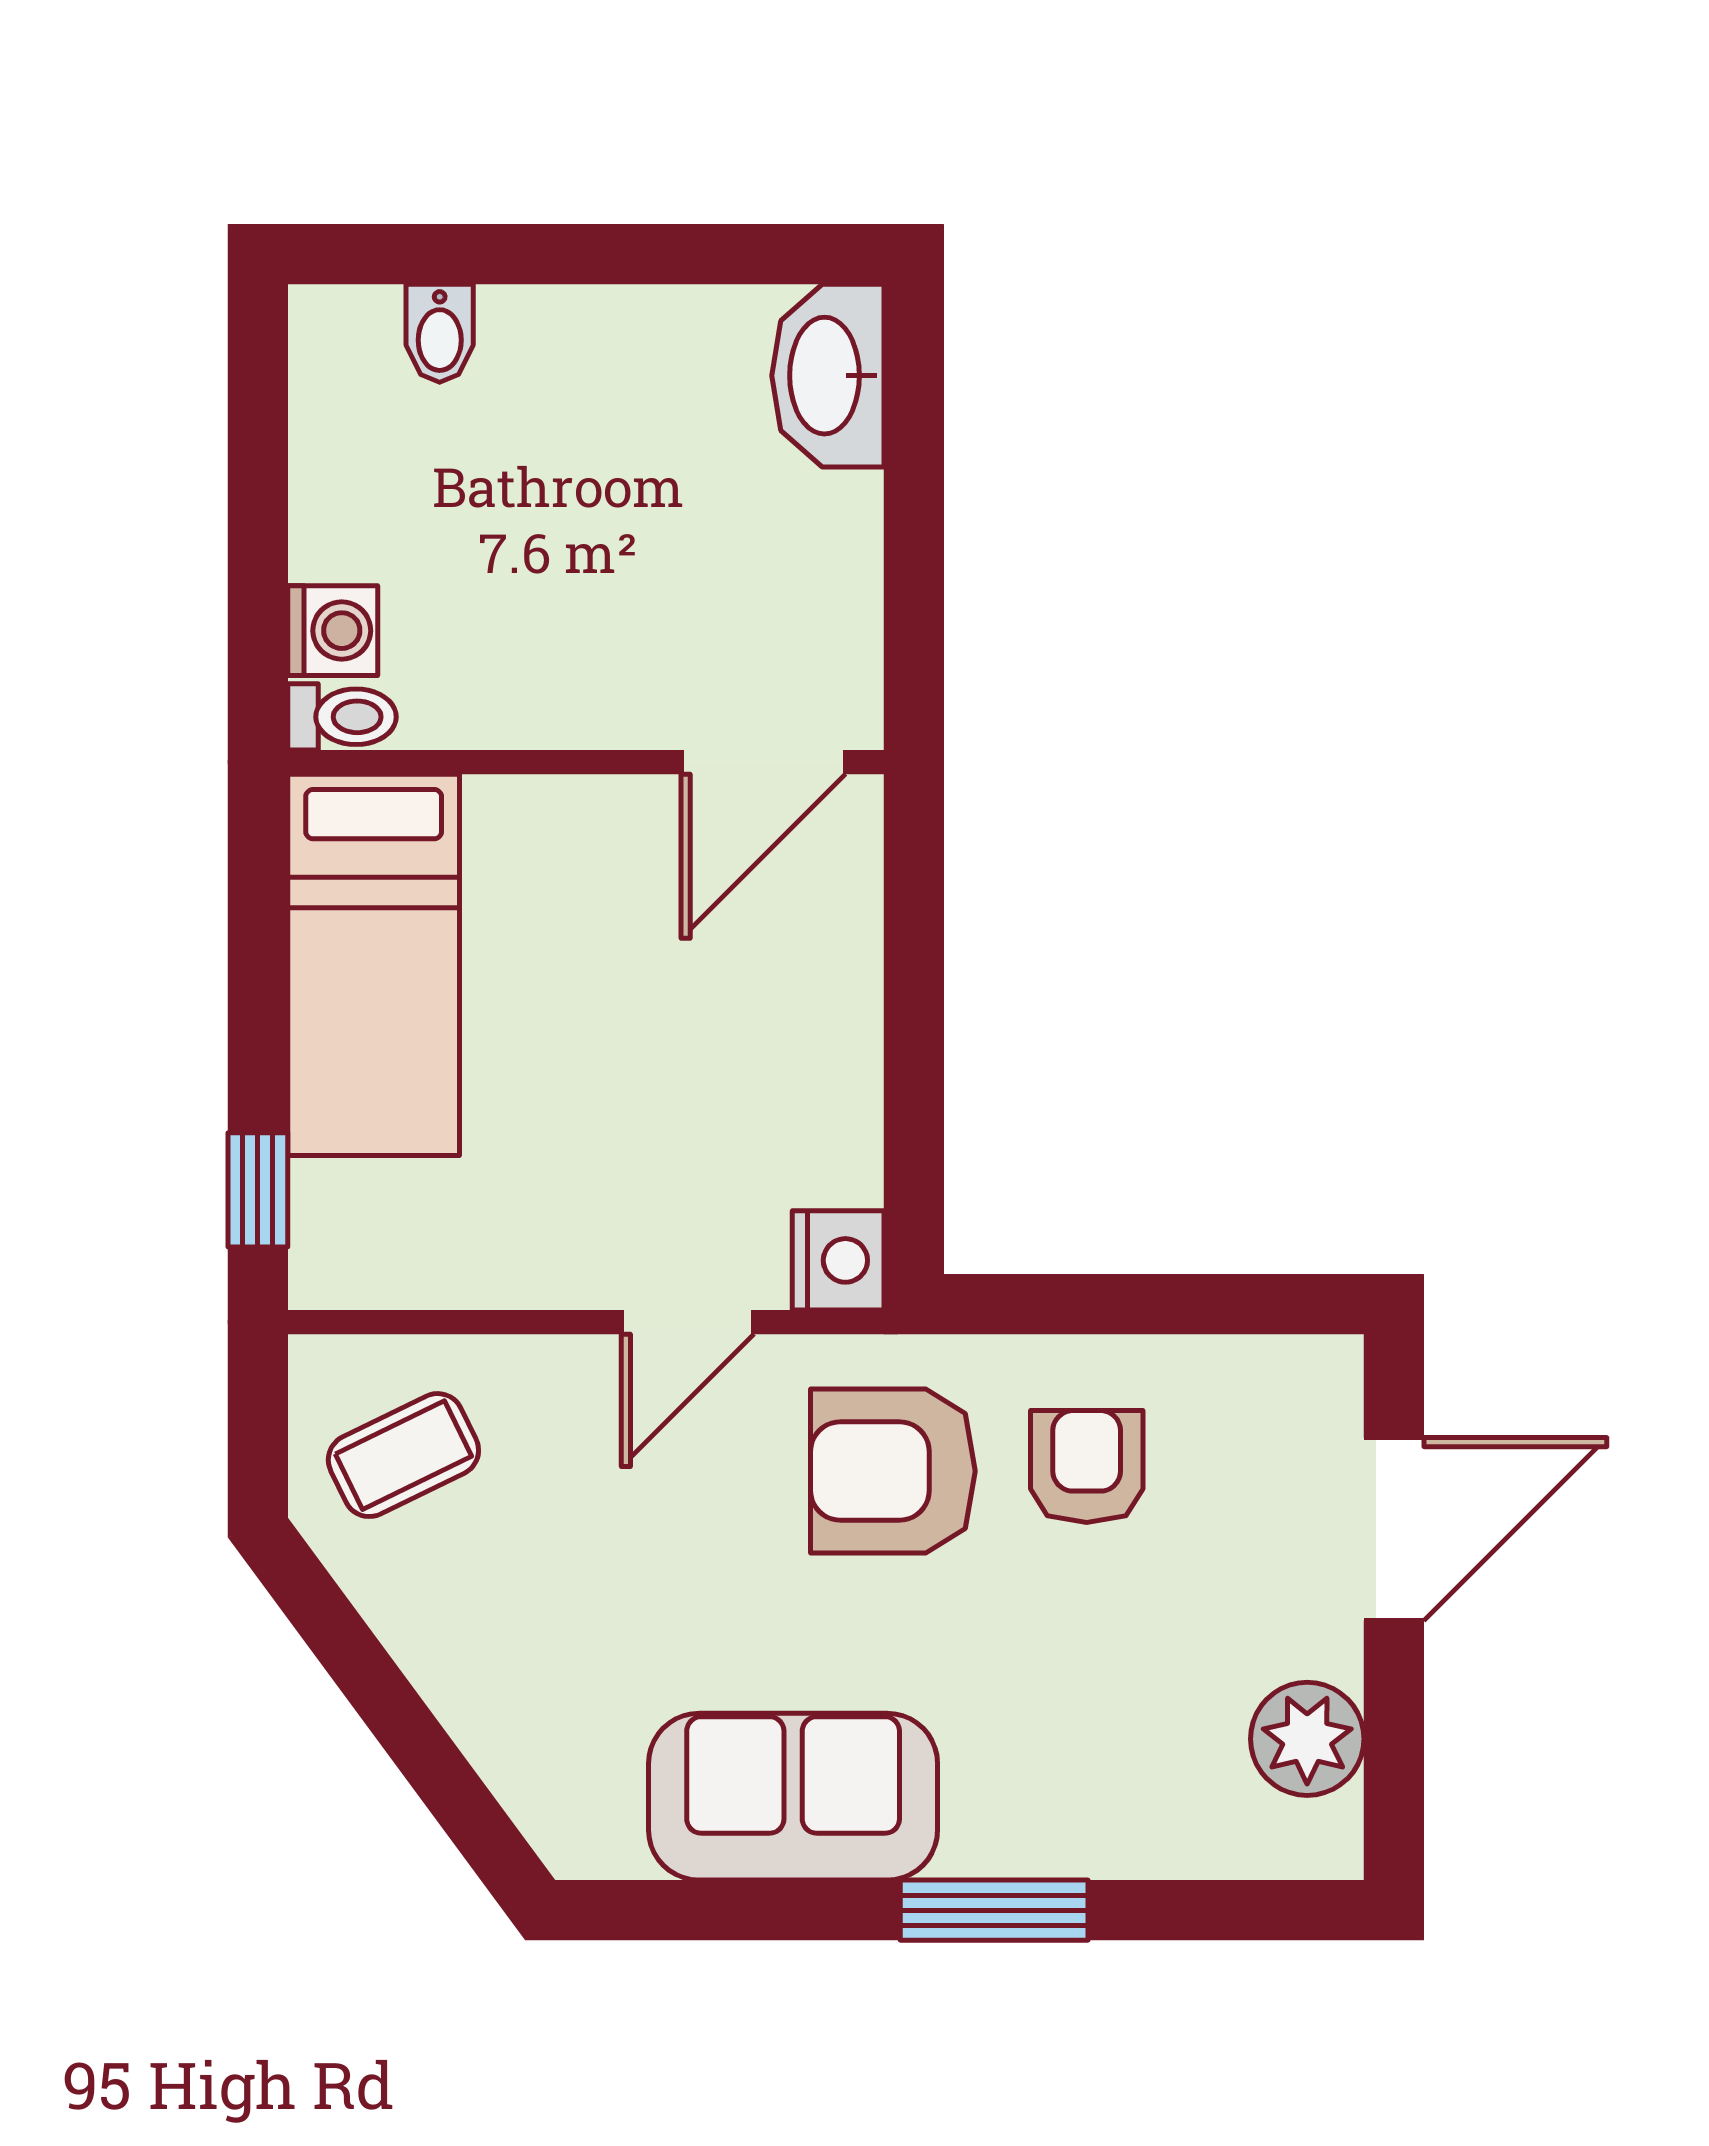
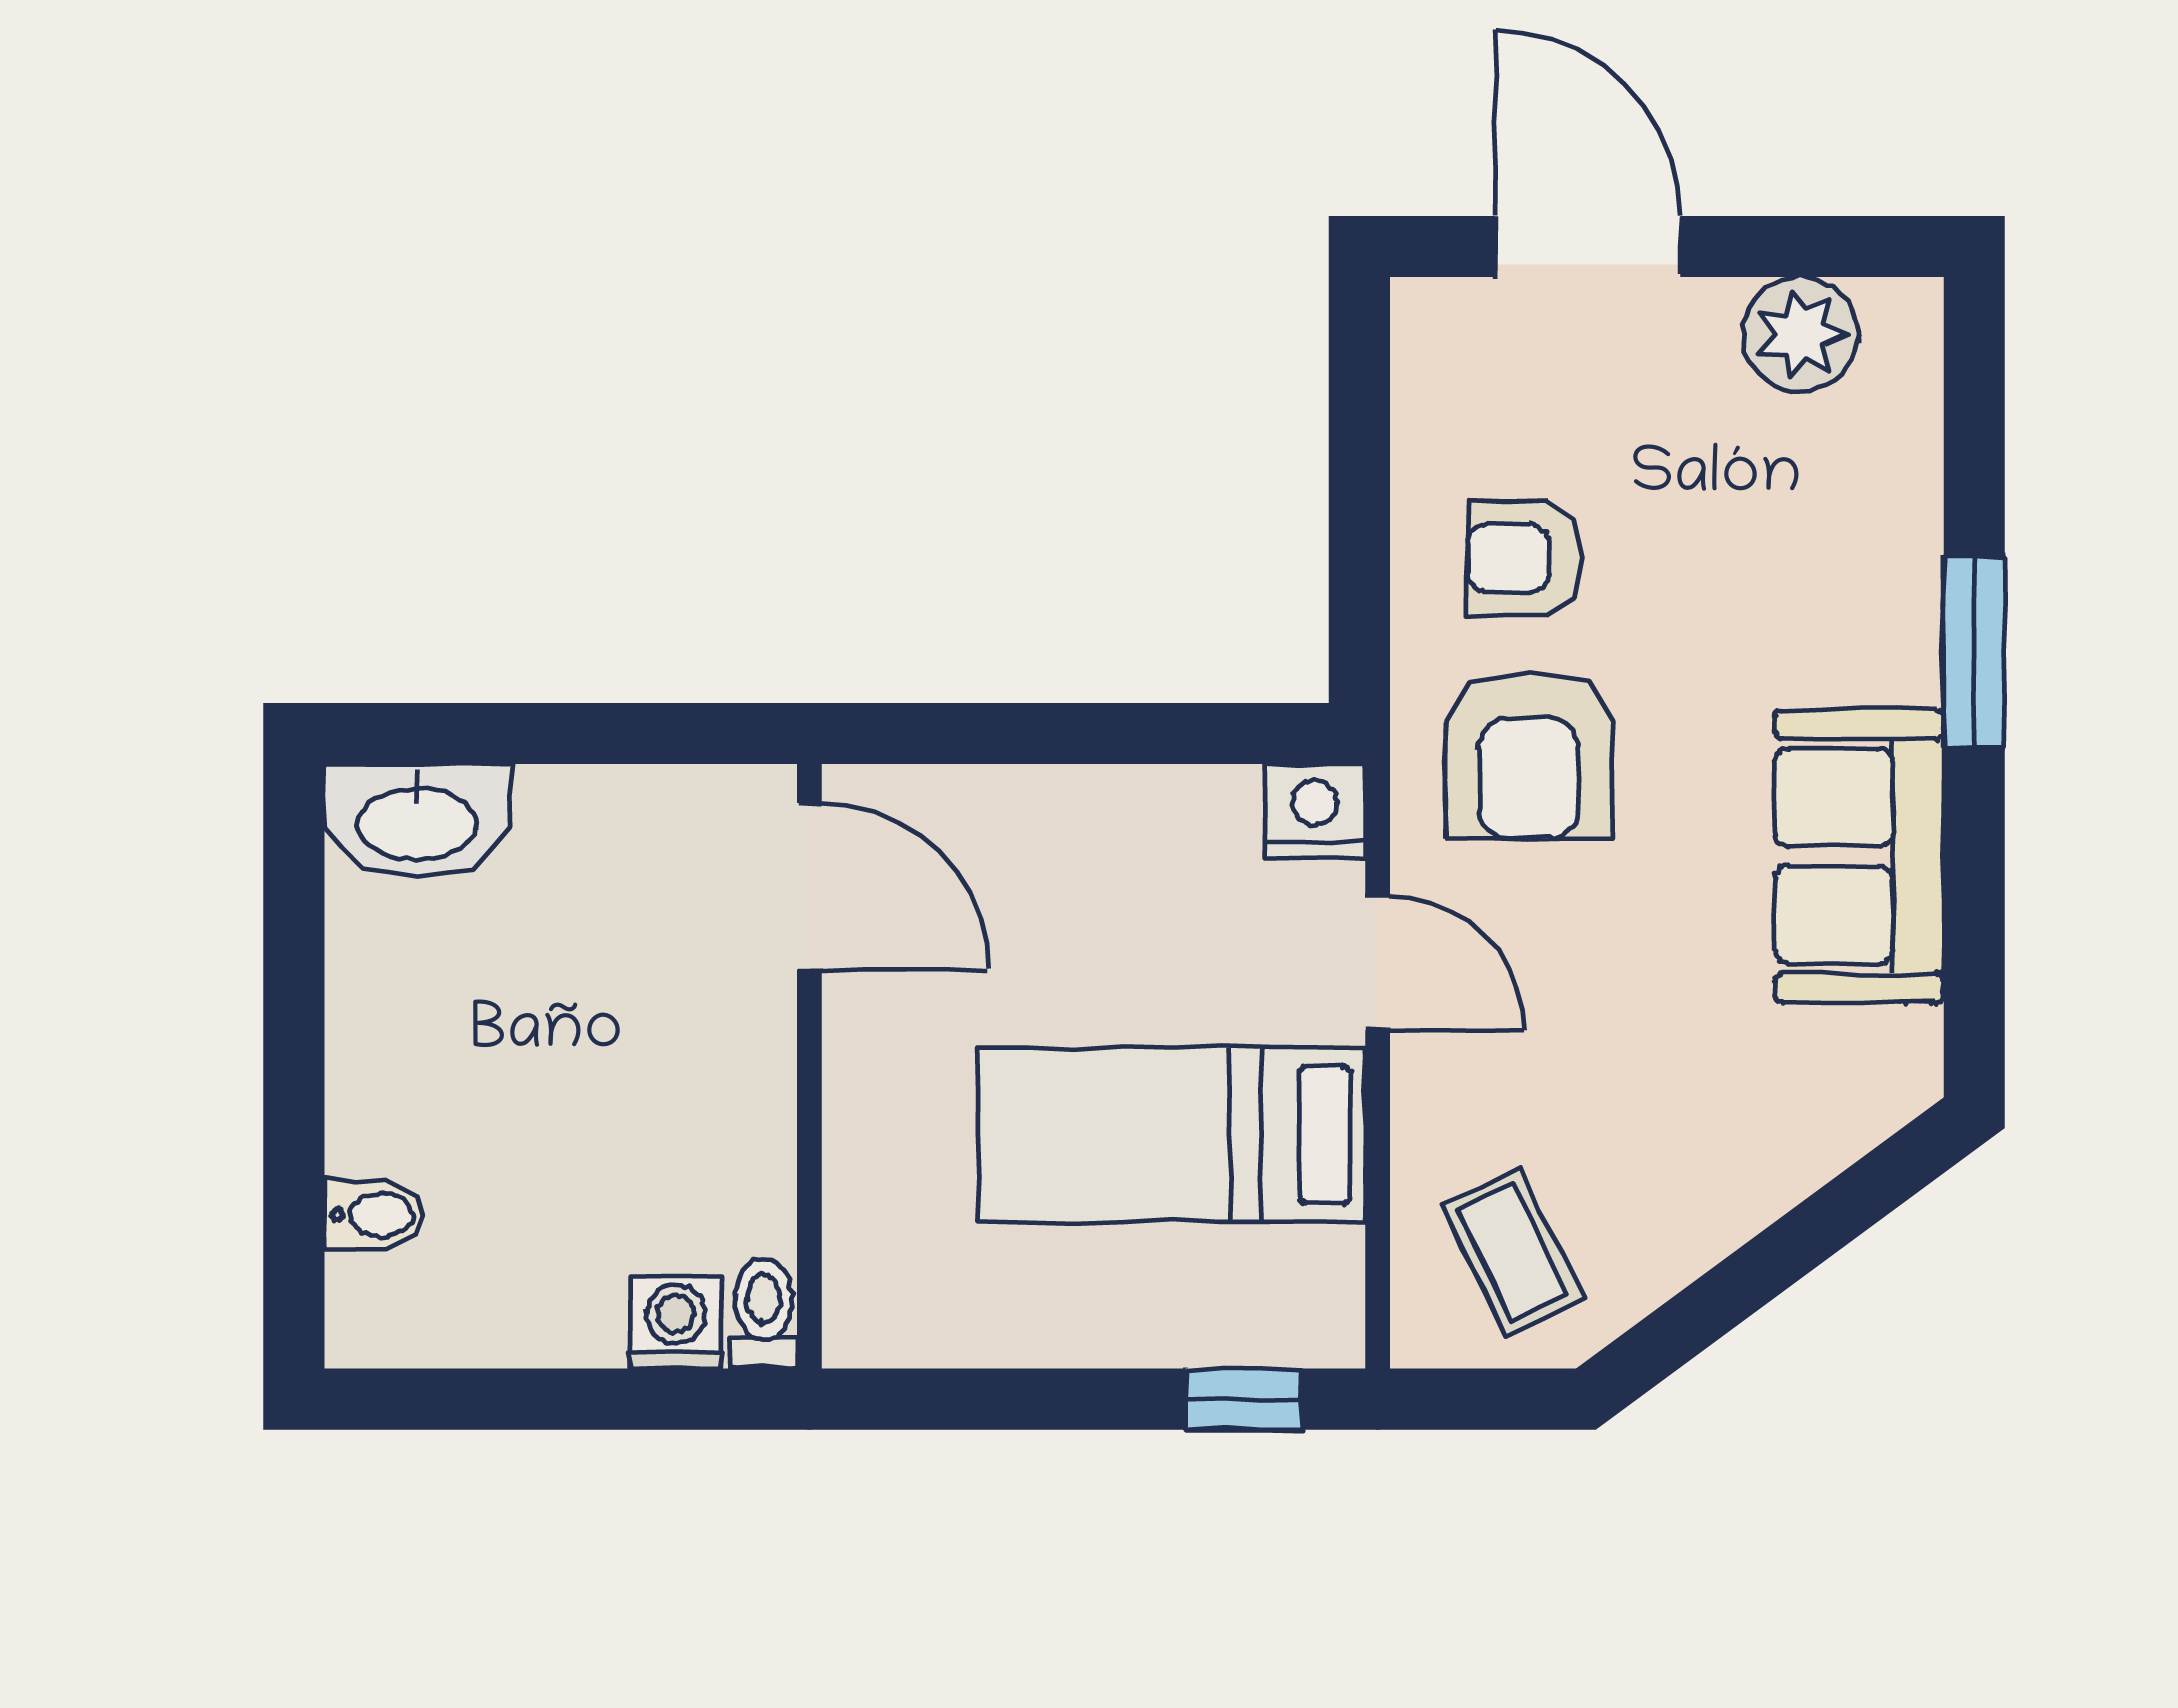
bed: (374, 965) -> (1172, 1135), moved, turned 180

